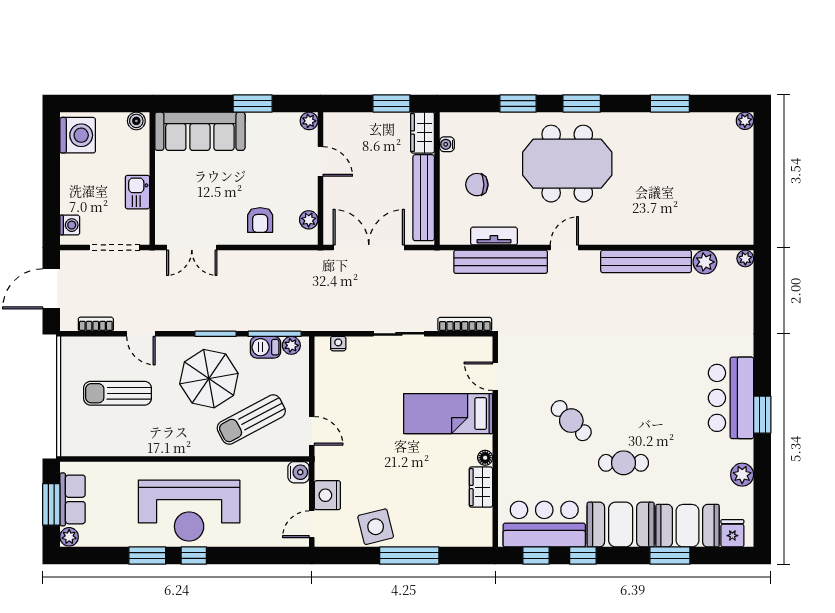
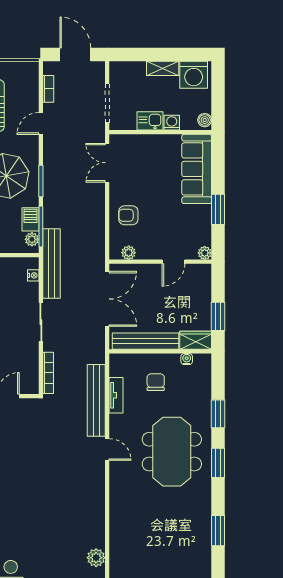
shelving: (69, 175) -> (163, 68), added
washing machine: (70, 225) -> (172, 123), moved, turned 180
bench: (646, 261) -> (51, 264), moved

